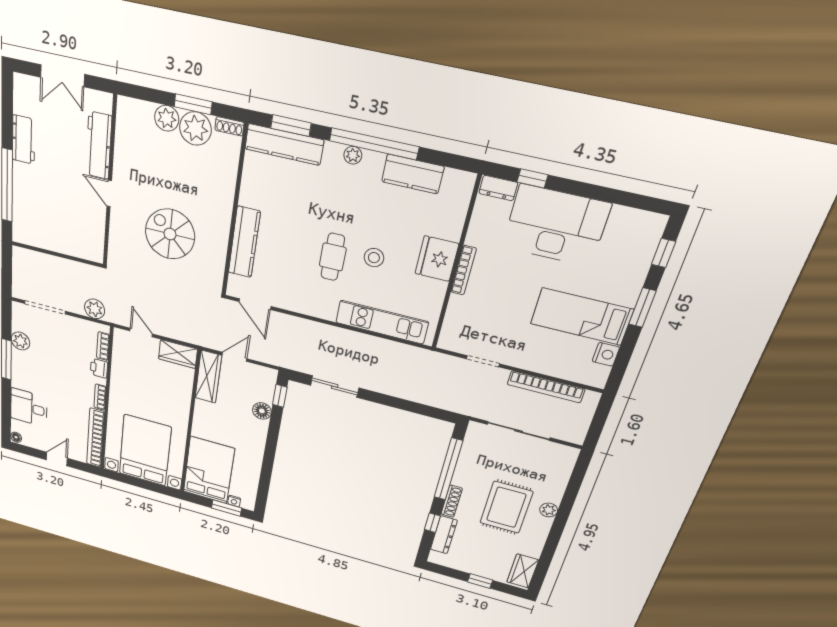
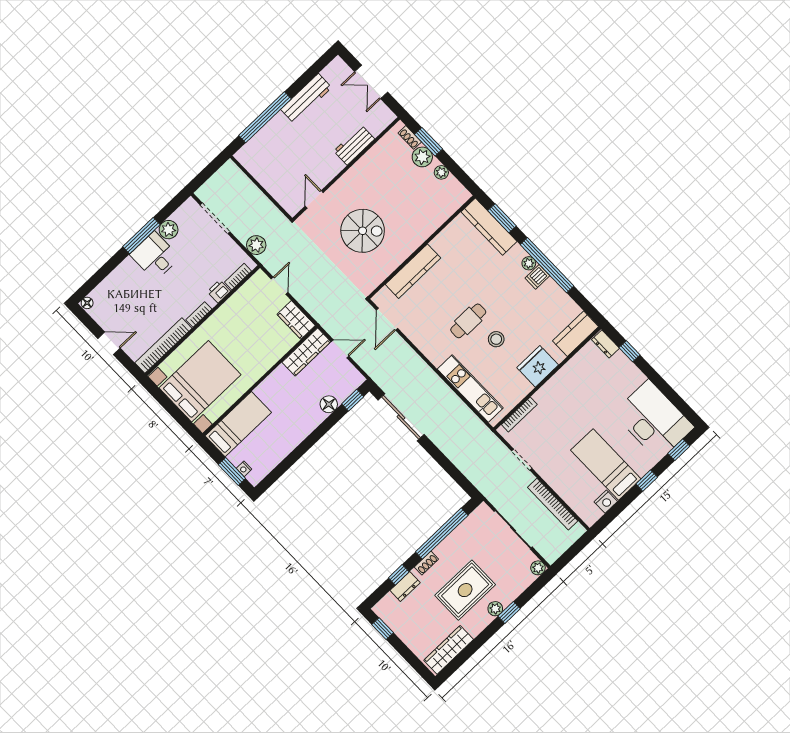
window: (193, 104) -> (429, 142), moved
shoe rack: (229, 126) -> (410, 137), moved
plant: (195, 129) -> (441, 172), width x0.53, depth x0.53
workbench: (24, 140) -> (306, 98), width x1.38
workbench: (99, 146) -> (354, 145), width x0.73
dishwasher: (372, 164) -> (537, 277), added
kitchen counter: (413, 174) -> (576, 334), moved, turned 90
door: (109, 193) -> (314, 199), moved
desk: (556, 225) -> (654, 420), moved
spiral stairs: (170, 234) -> (363, 231), turned 90
bookcase: (464, 270) -> (519, 415), moved
window: (642, 308) -> (647, 481), width x0.67
sliding door: (335, 387) -> (401, 417), width x1.37
desk: (29, 408) -> (155, 256), moved
plant: (570, 454) -> (538, 568), added
bed: (209, 470) -> (238, 424), width x0.67
shoe rack: (452, 501) -> (426, 563), width x0.70
window: (566, 507) -> (509, 612), added
dresser: (444, 535) -> (405, 587), width x0.70
wardrobe: (523, 571) -> (449, 650), width x1.50
window: (480, 581) -> (383, 629), moved

